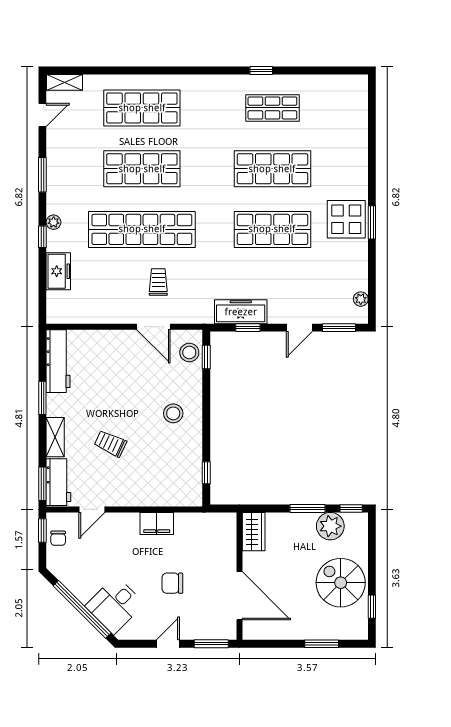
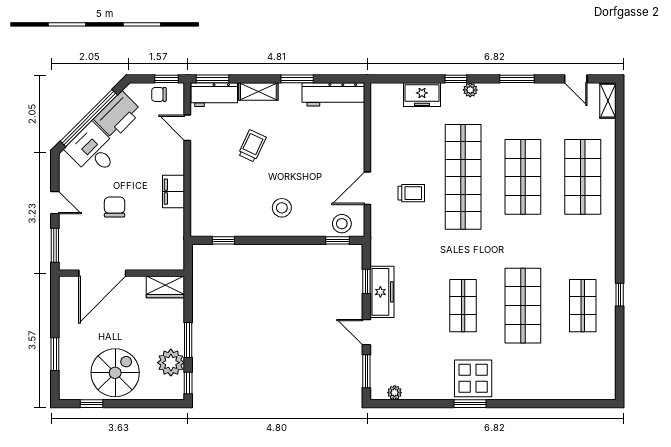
shop shelf: (272, 229) -> (463, 306), width x0.70, depth x0.74
freezer: (241, 312) -> (382, 292), moved
printer: (79, 580) -> (118, 115), added

